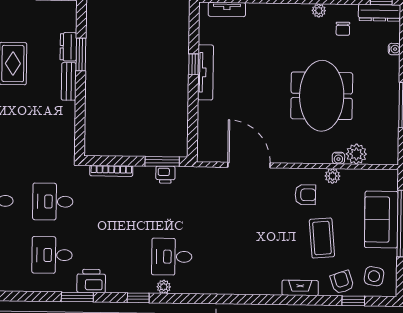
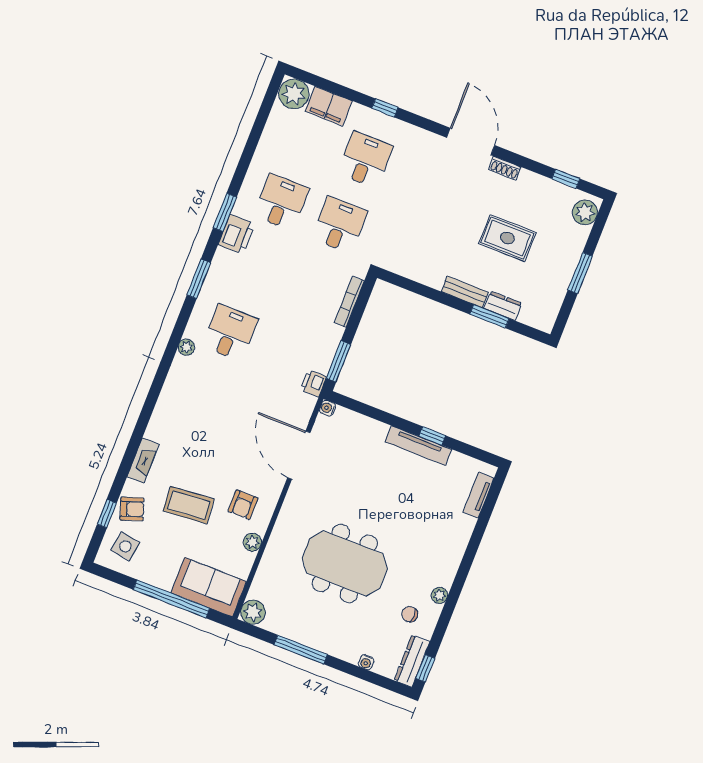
plant: (356, 154) -> (253, 612), moved
water cooler: (338, 158) -> (328, 408), moved
door: (249, 165) -> (299, 455), swing flipped
printer: (165, 175) -> (313, 383), moved
sofa: (381, 220) -> (209, 587), moved
plant: (164, 287) -> (186, 347), moved
window: (138, 298) -> (199, 279), width x1.50

